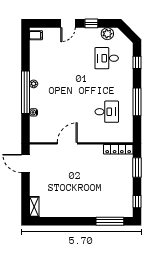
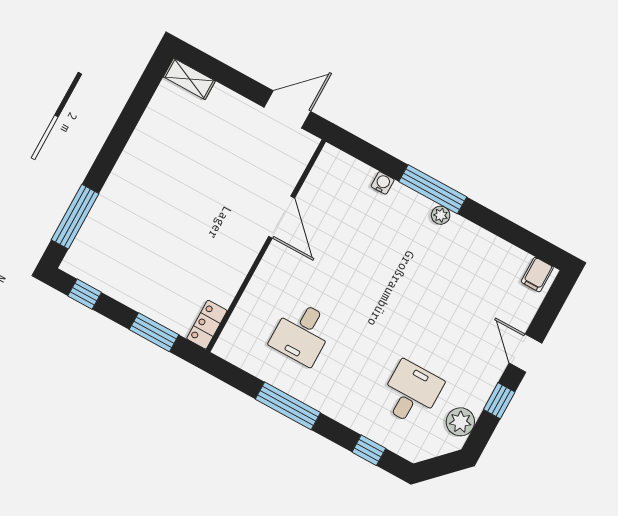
window: (26, 92) -> (433, 189), width x0.68
locker: (118, 149) -> (207, 325), width x0.66

